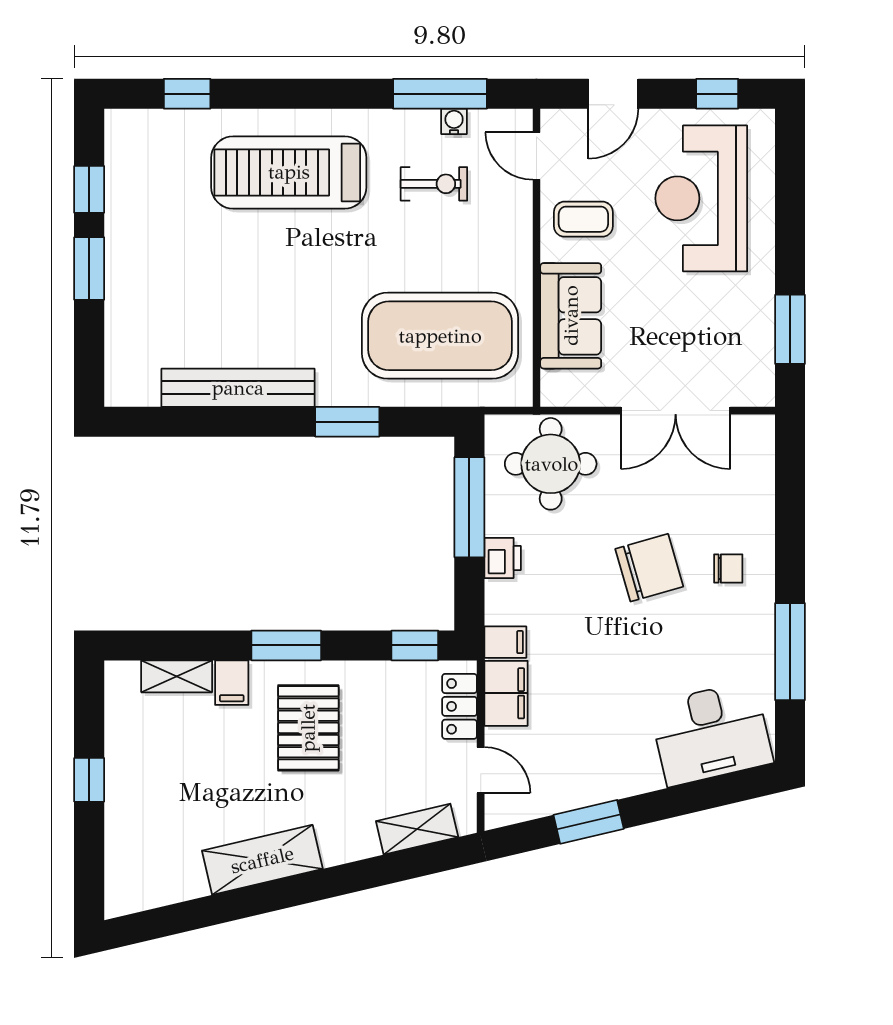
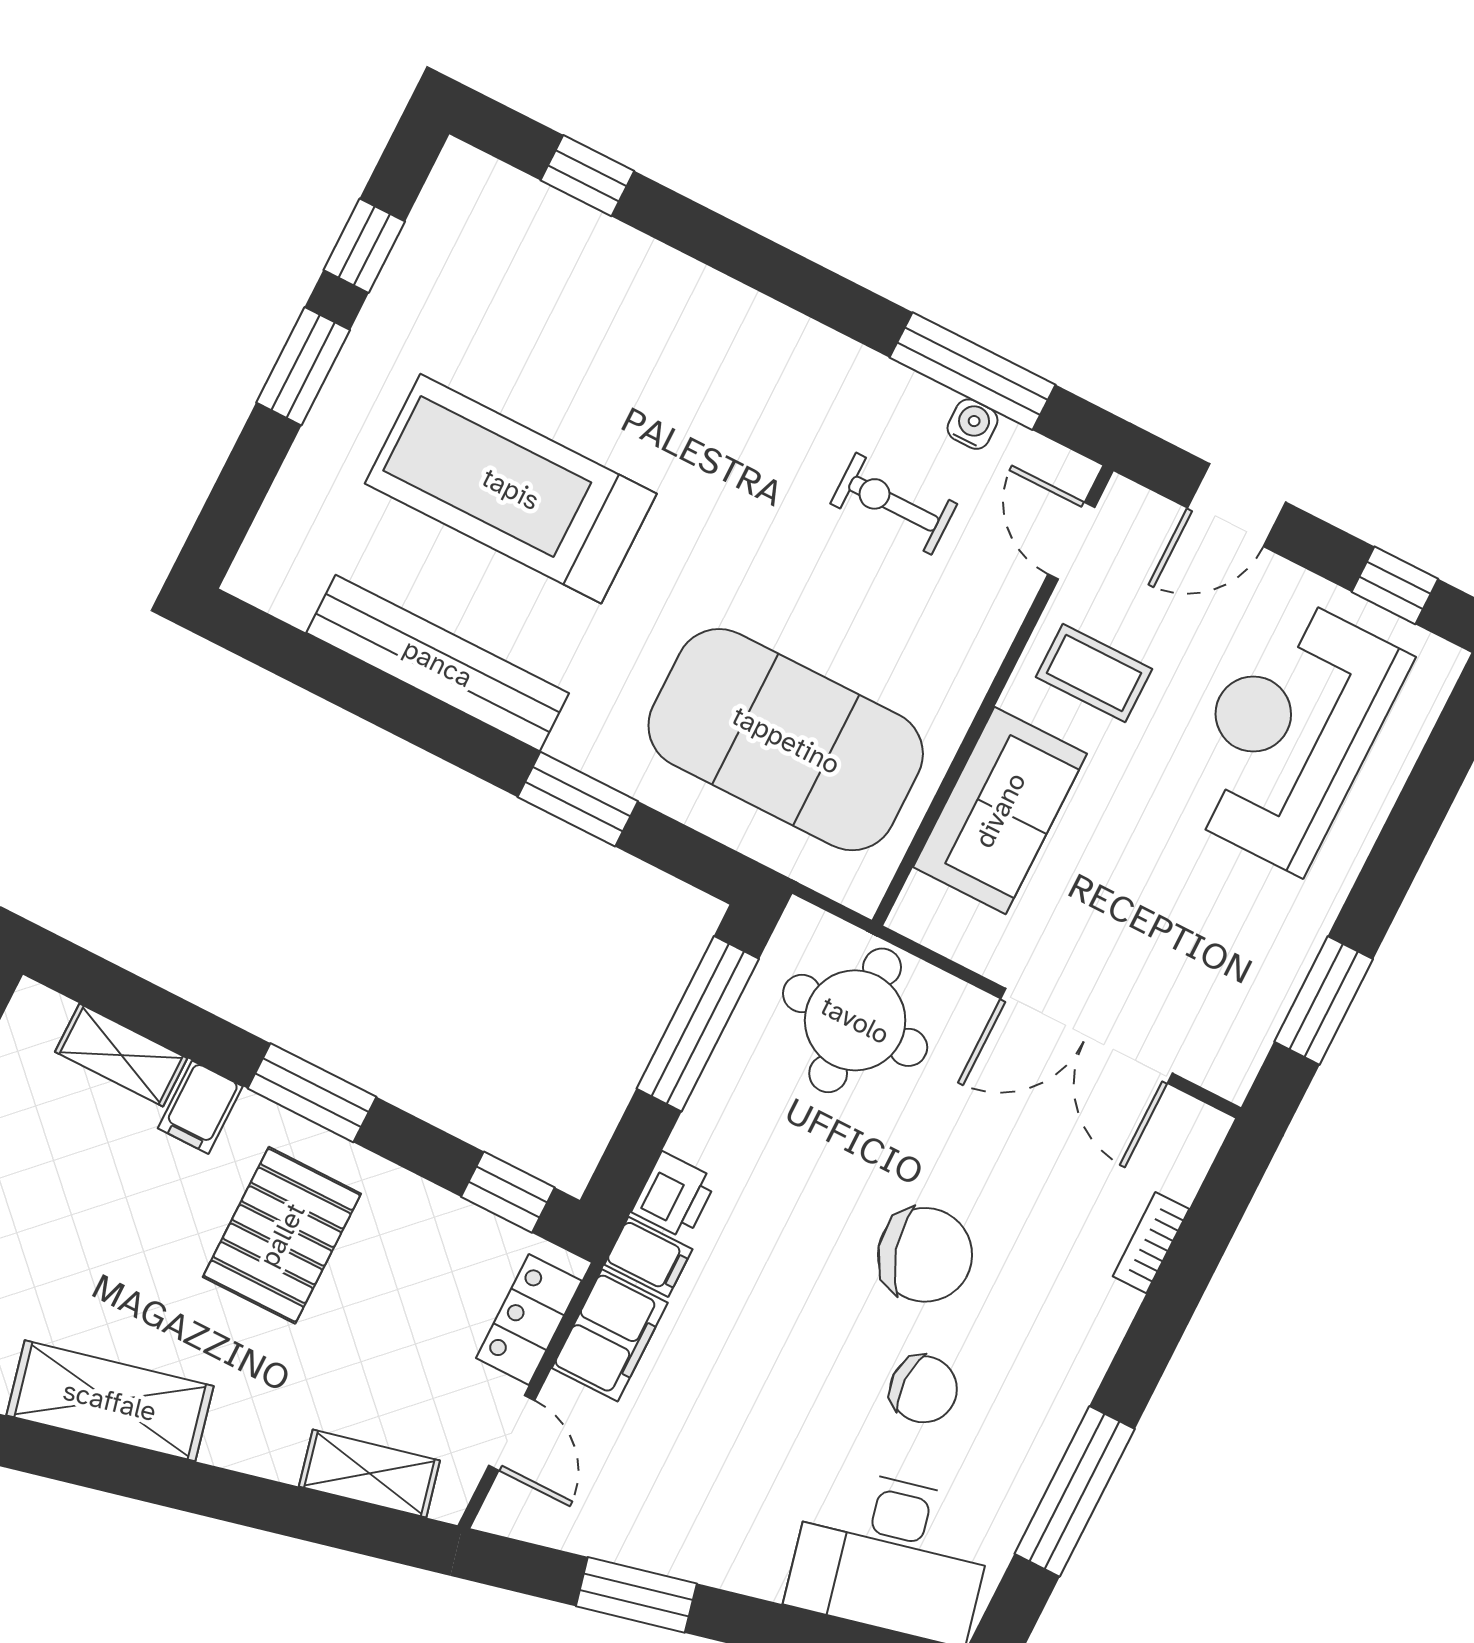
treadmill: (289, 172) -> (511, 489), moved
exercise bike: (434, 184) -> (894, 504), turned 180
bookcase: (764, 501) -> (1151, 1243), added
printer: (503, 558) -> (674, 1196), moved
chair: (728, 568) -> (924, 1389), moved, width x1.37, depth x1.37

